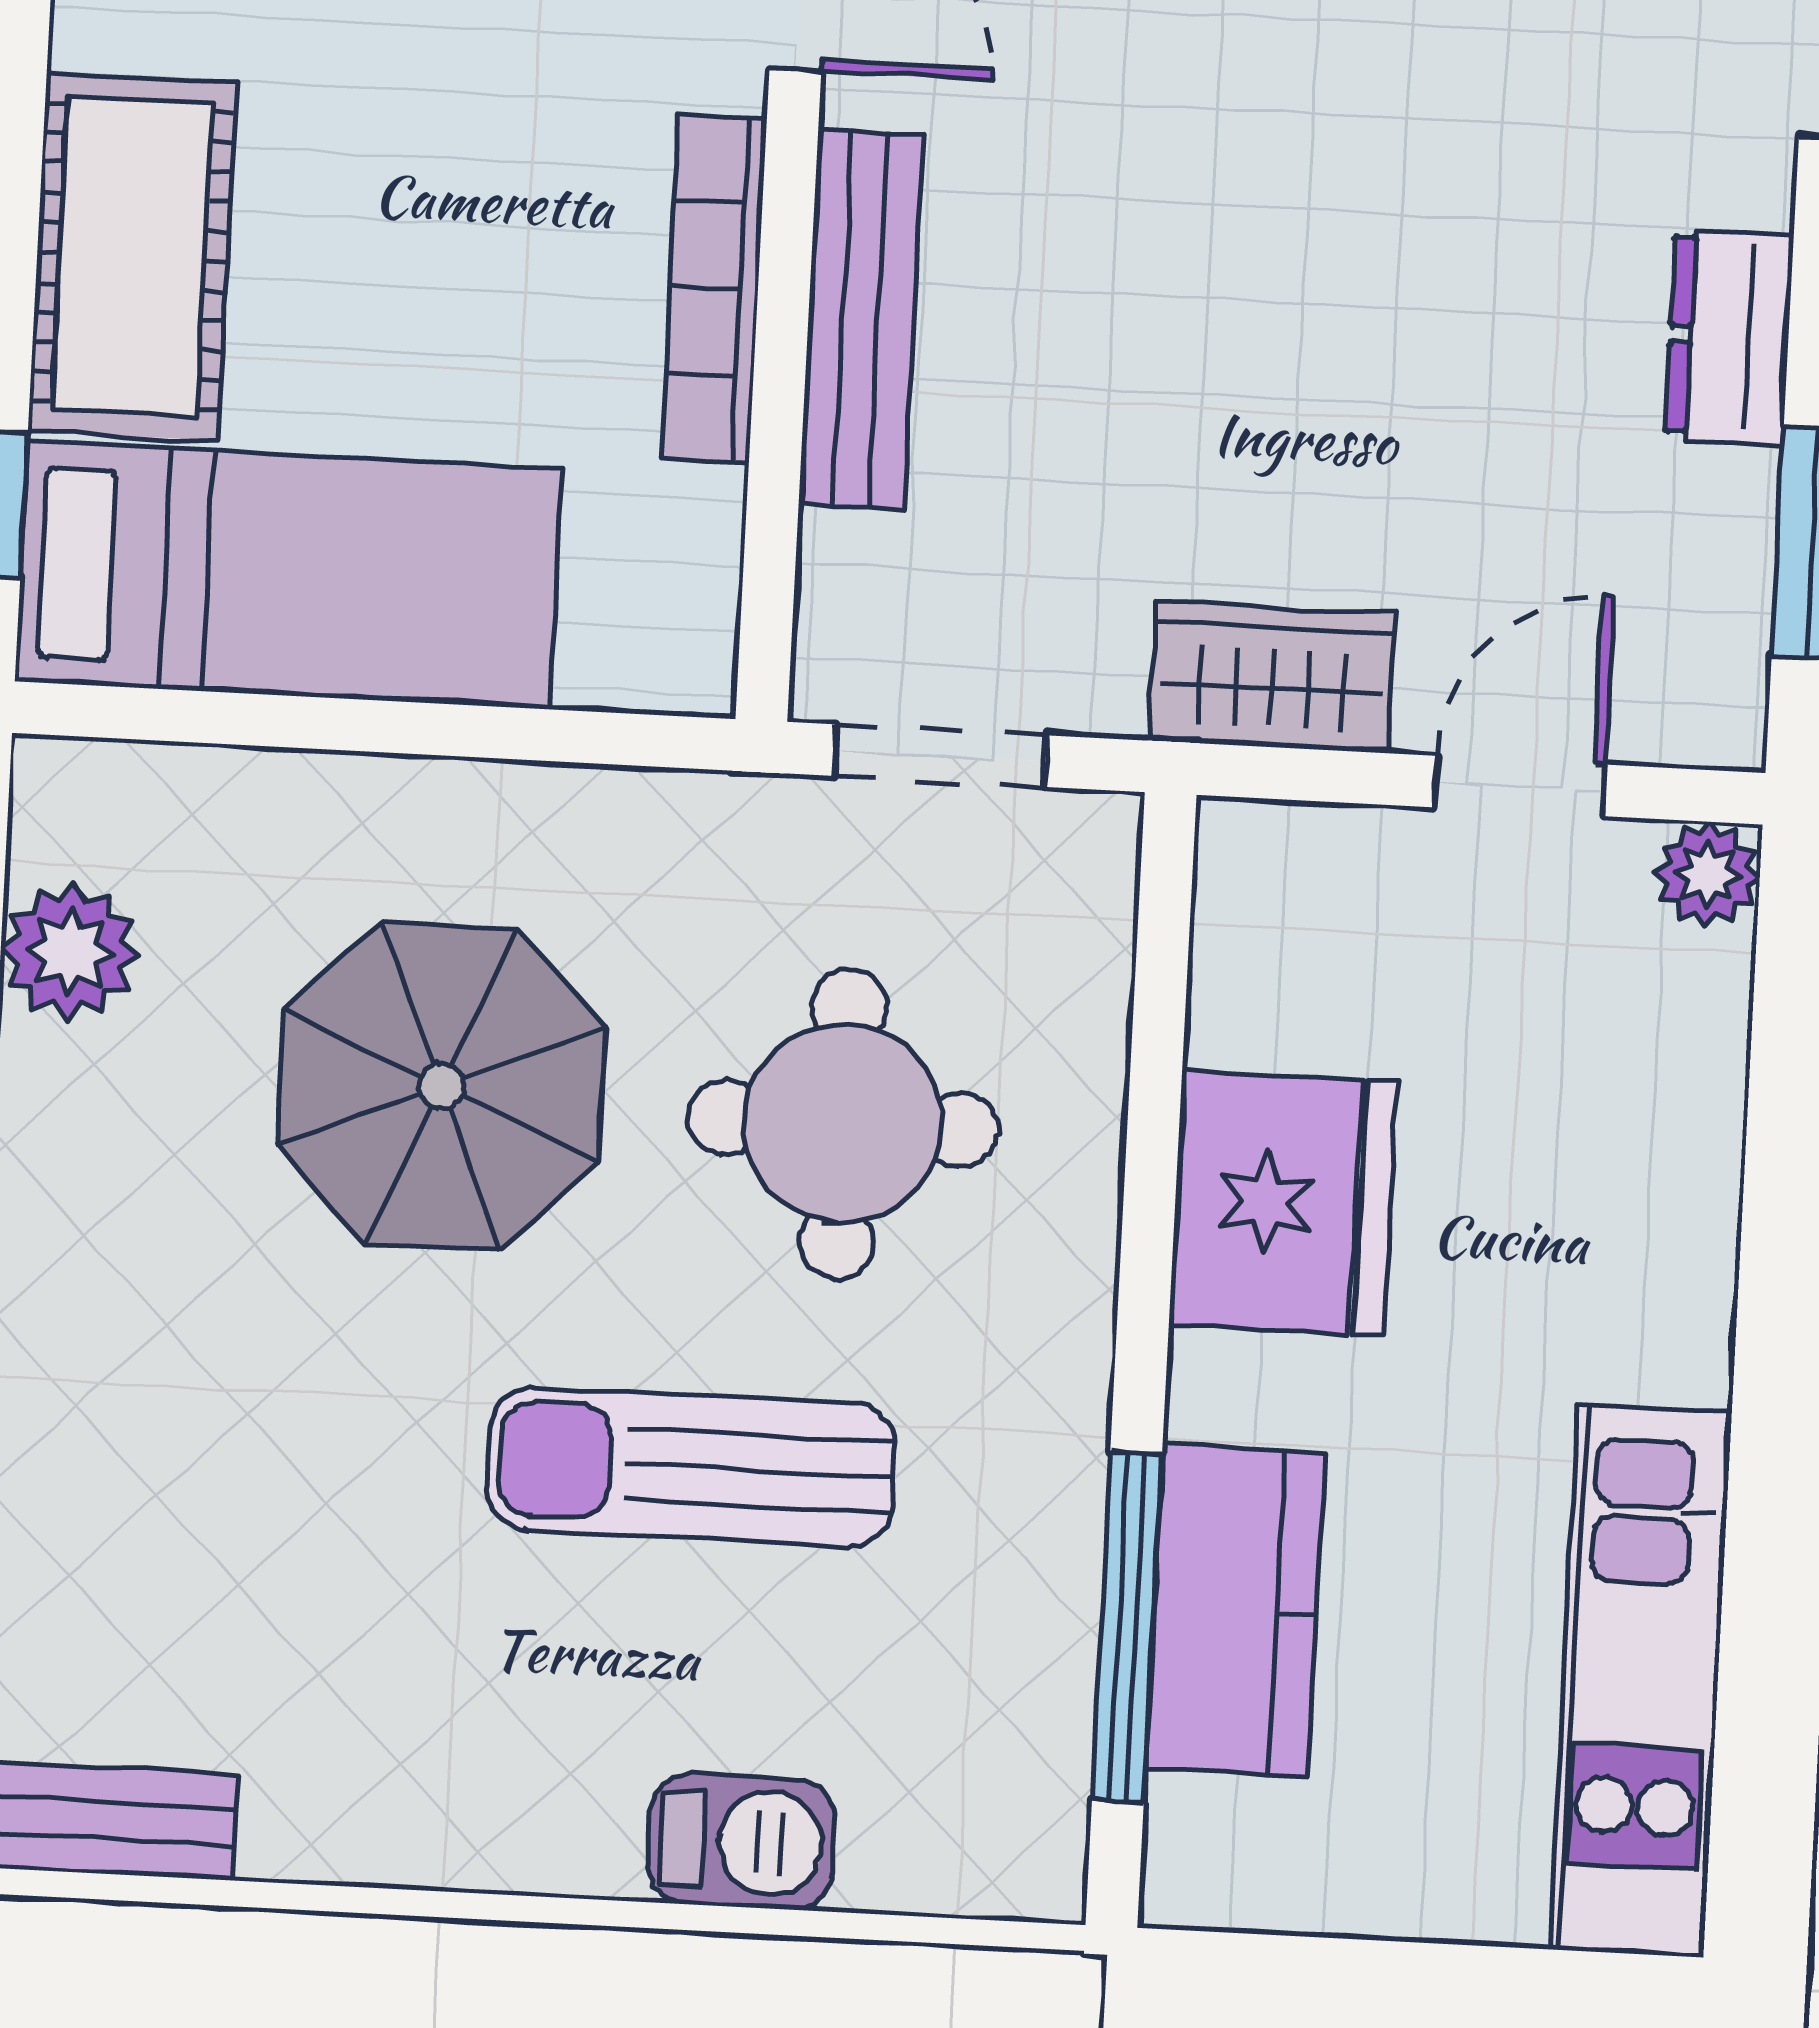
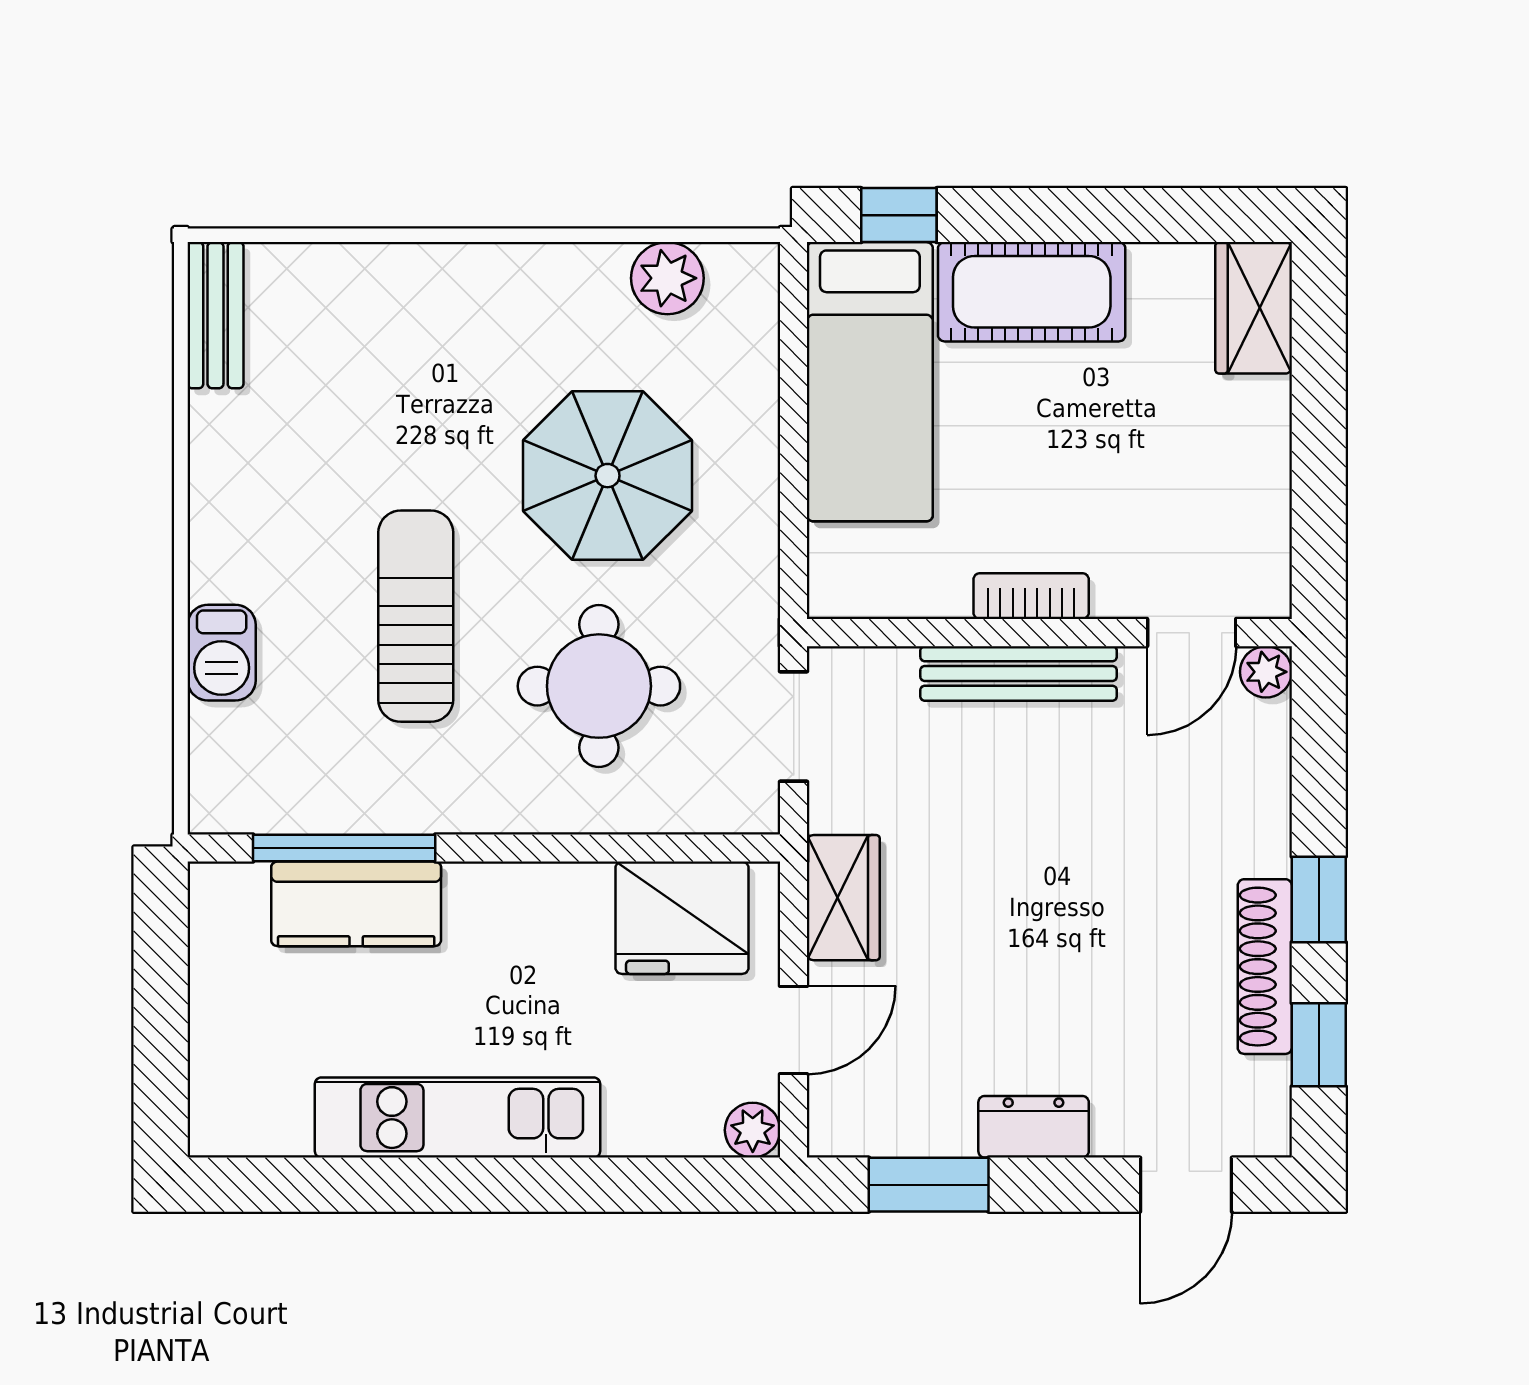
bookcase: (714, 288) -> (1031, 596), width x0.64
door: (1520, 786) -> (794, 1030), hinge flipped
fridge: (1283, 1203) -> (682, 918), moved
kitchen unit: (1641, 1681) -> (458, 1118), moved

